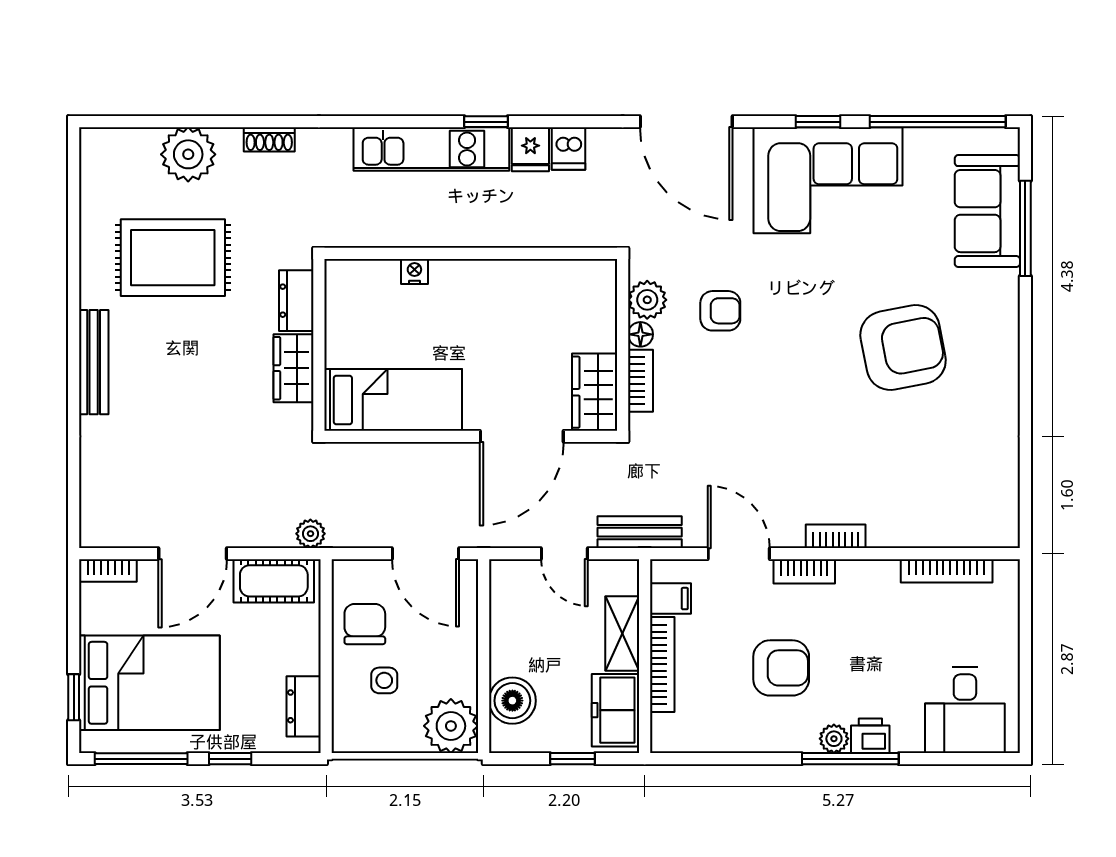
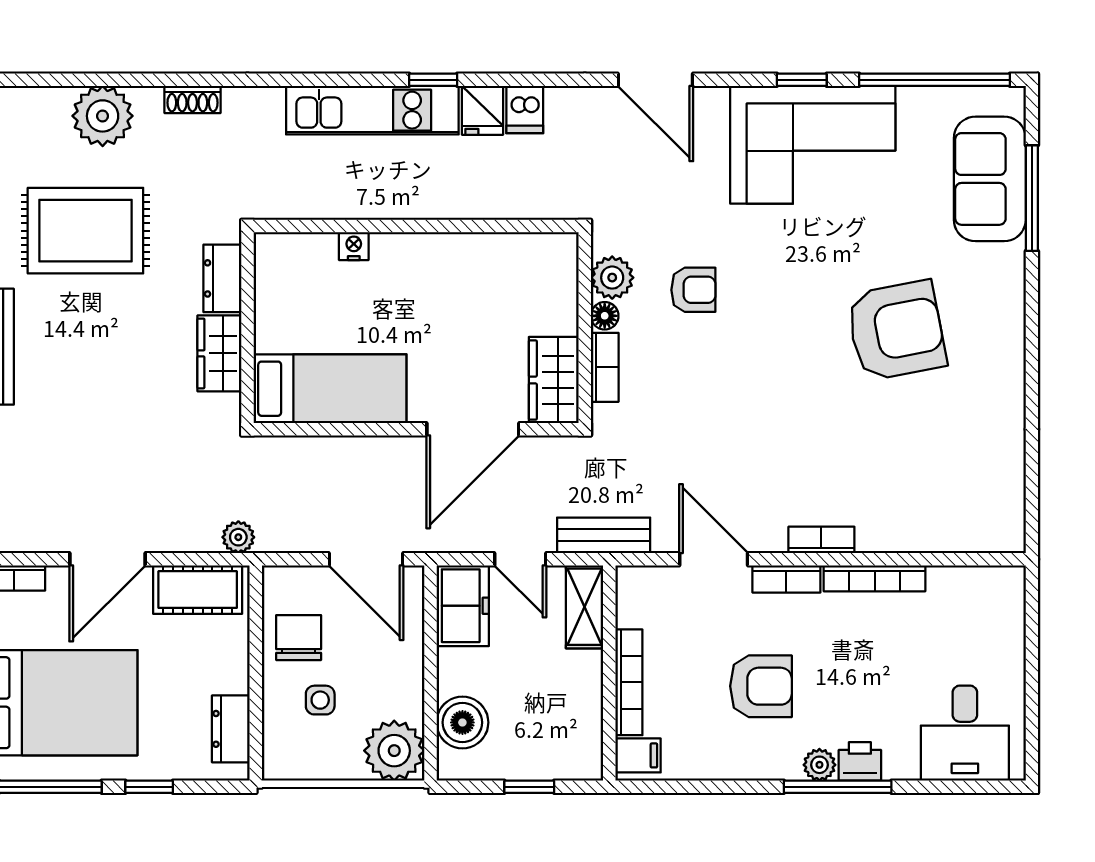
door: (686, 122) -> (655, 80), width x0.73
bookcase: (947, 571) -> (875, 578), moved
filing cabinet: (671, 599) -> (638, 755), moved
shelving: (622, 634) -> (584, 607), moved
freezer: (615, 710) -> (463, 606), moved, turned 180

